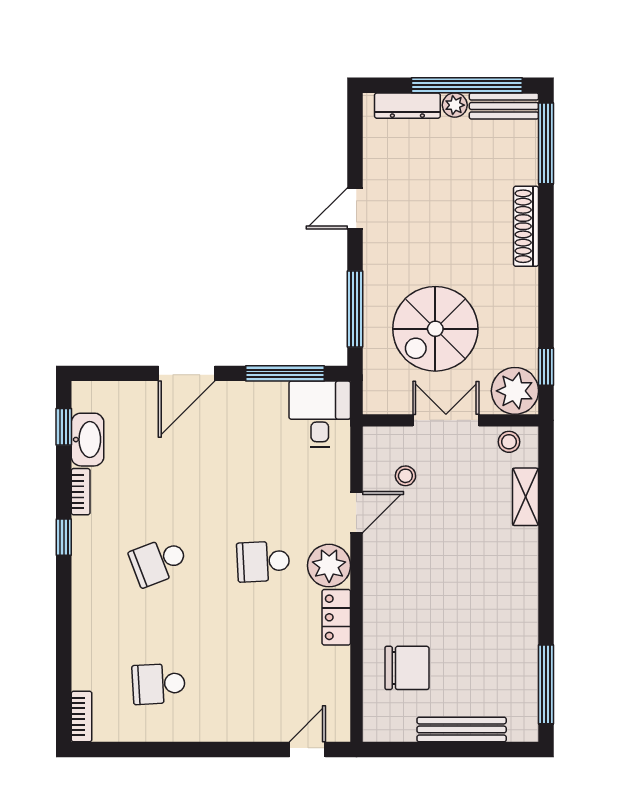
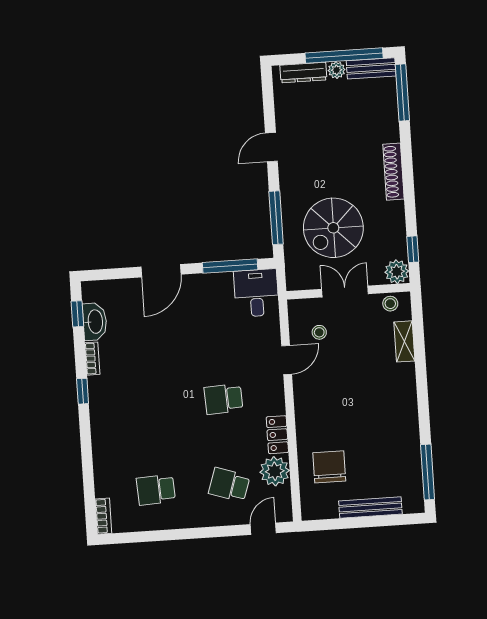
shoe rack: (526, 226) -> (394, 172), moved
plant: (515, 391) -> (397, 272), width x0.73, depth x0.73
school desk: (159, 561) -> (229, 485), moved, turned 39
plant: (329, 566) -> (275, 471), moved
chair: (407, 668) -> (329, 467), turned -90

